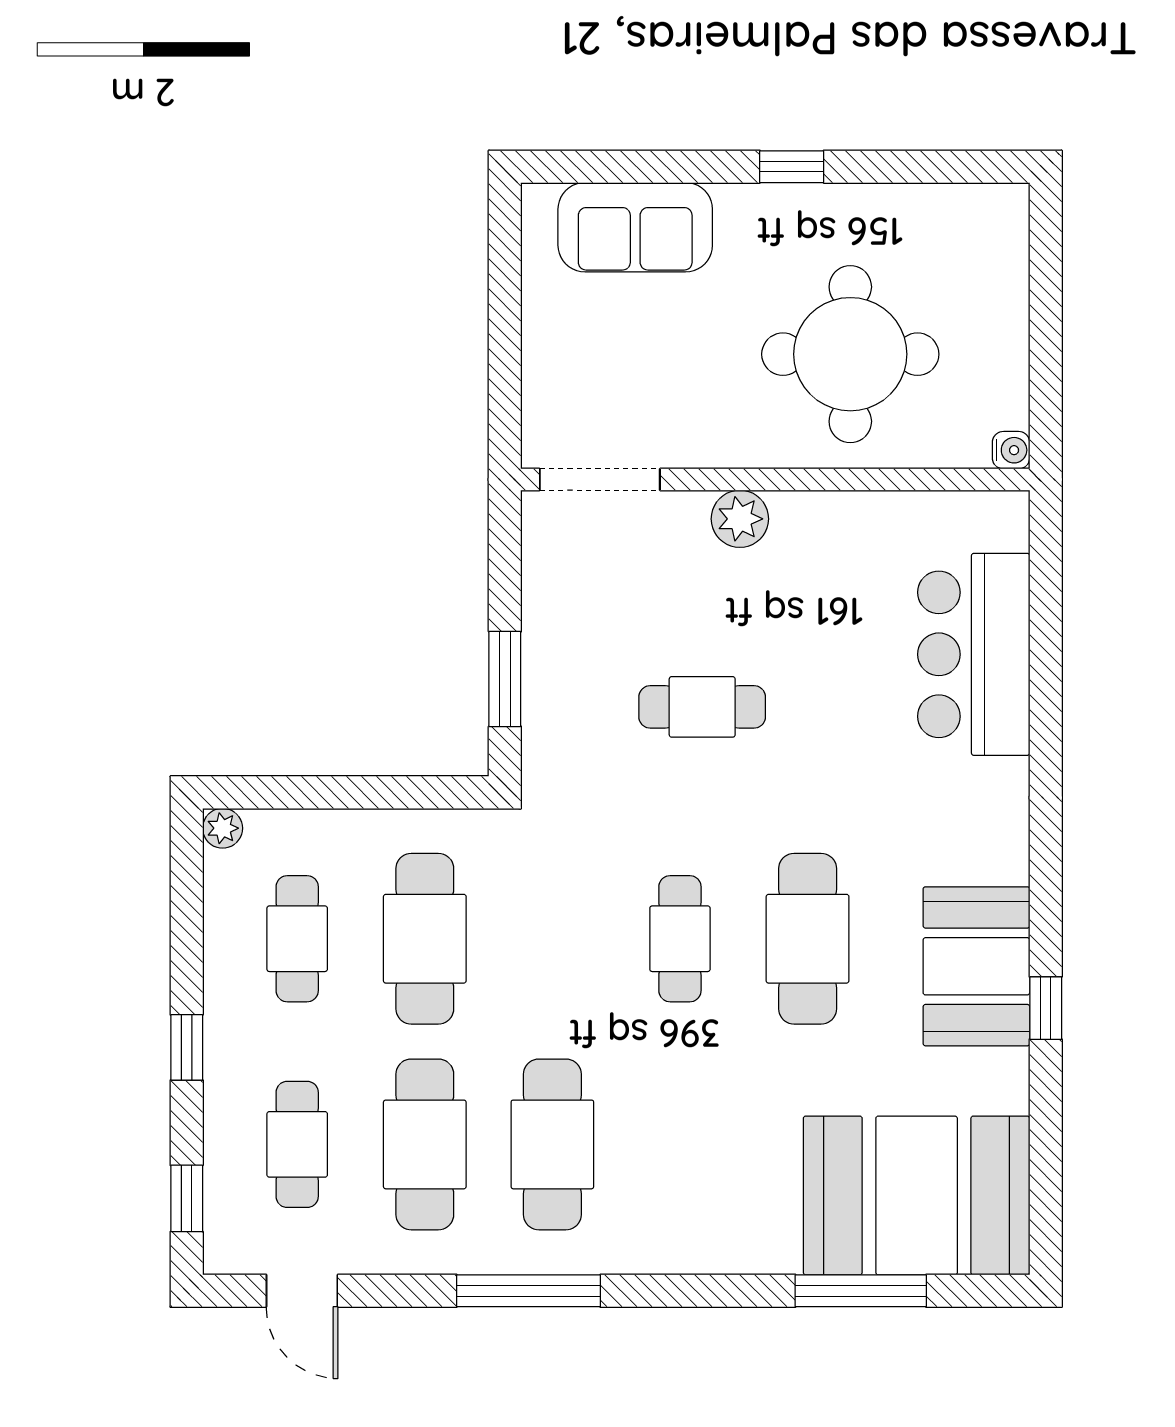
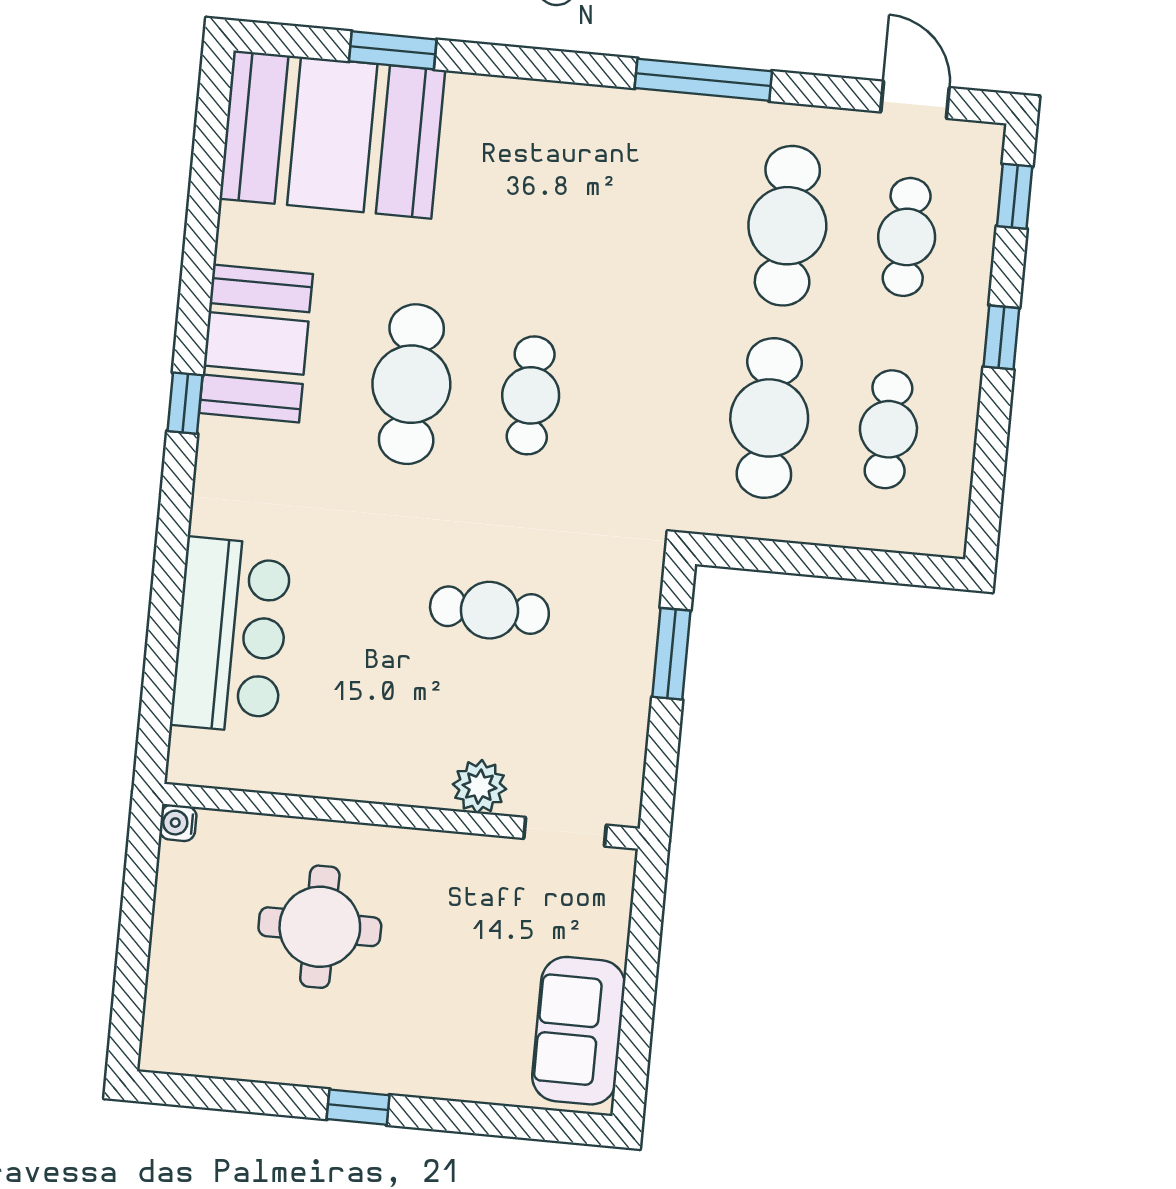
sofa: (635, 227) -> (579, 1031), moved, turned -90
round table: (850, 354) -> (320, 927), width x0.73, depth x0.73
doorway: (600, 480) -> (565, 832), width x0.73
plant: (740, 519) -> (479, 787), moved
plant: (223, 828) -> (948, 539), removed
window: (1046, 1008) -> (185, 403), moved
cafe table: (552, 1144) -> (668, 214), removed
window: (861, 1291) -> (393, 50), width x0.69

